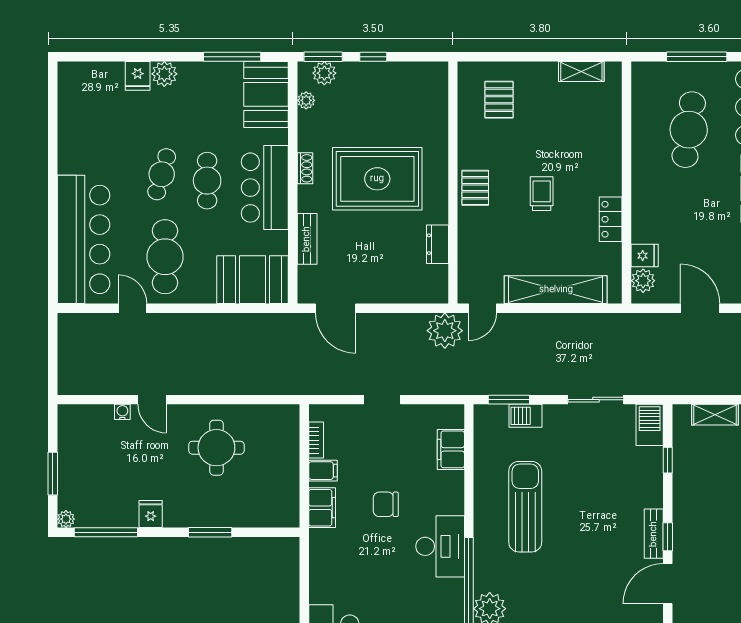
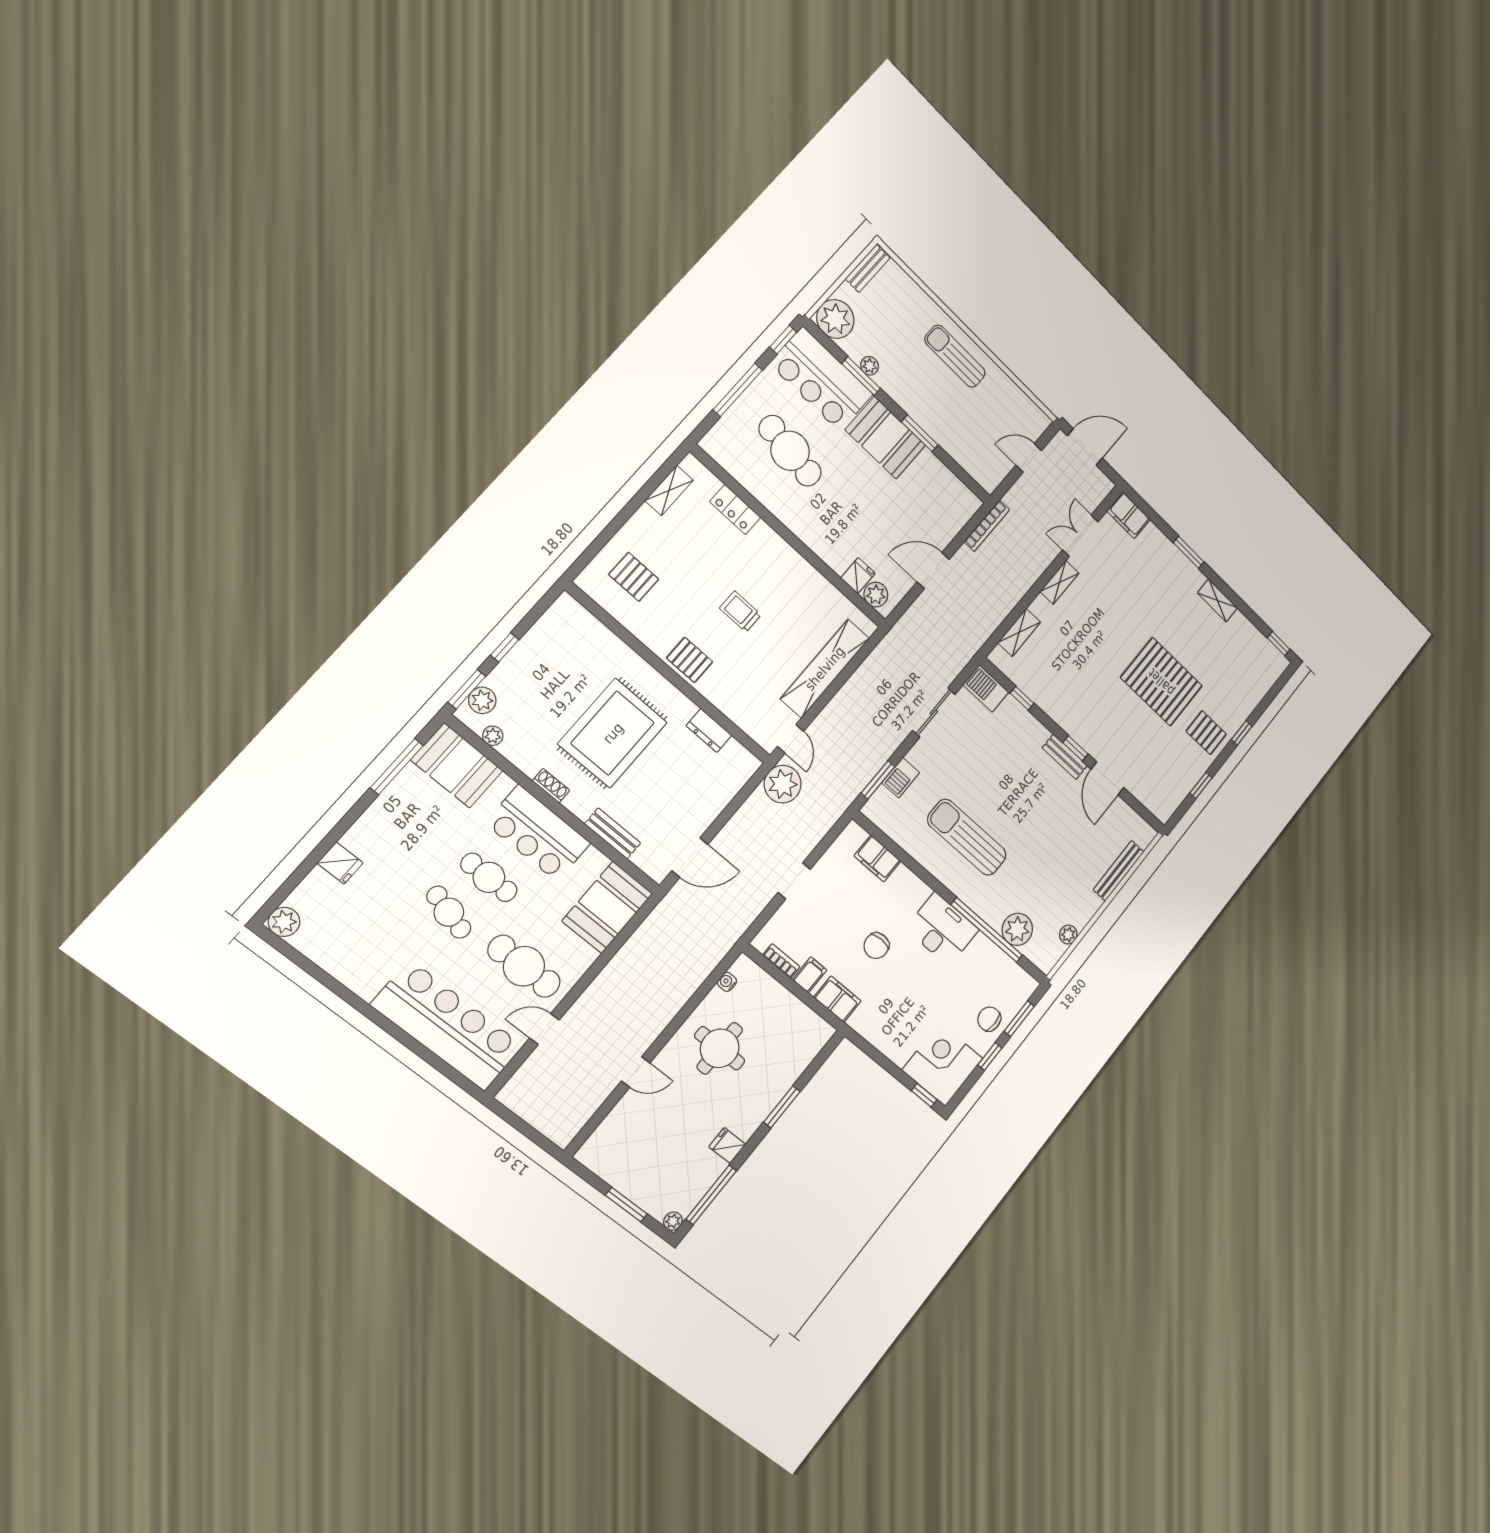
plant: (164, 74) -> (284, 922), moved
locker: (611, 219) -> (735, 509), moved
water cooler: (122, 412) -> (727, 982), moved

